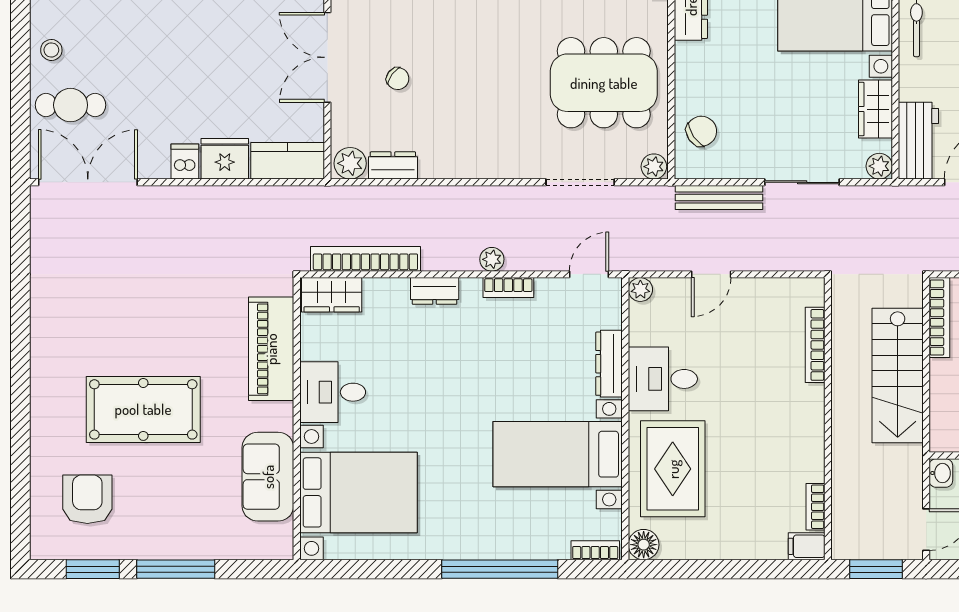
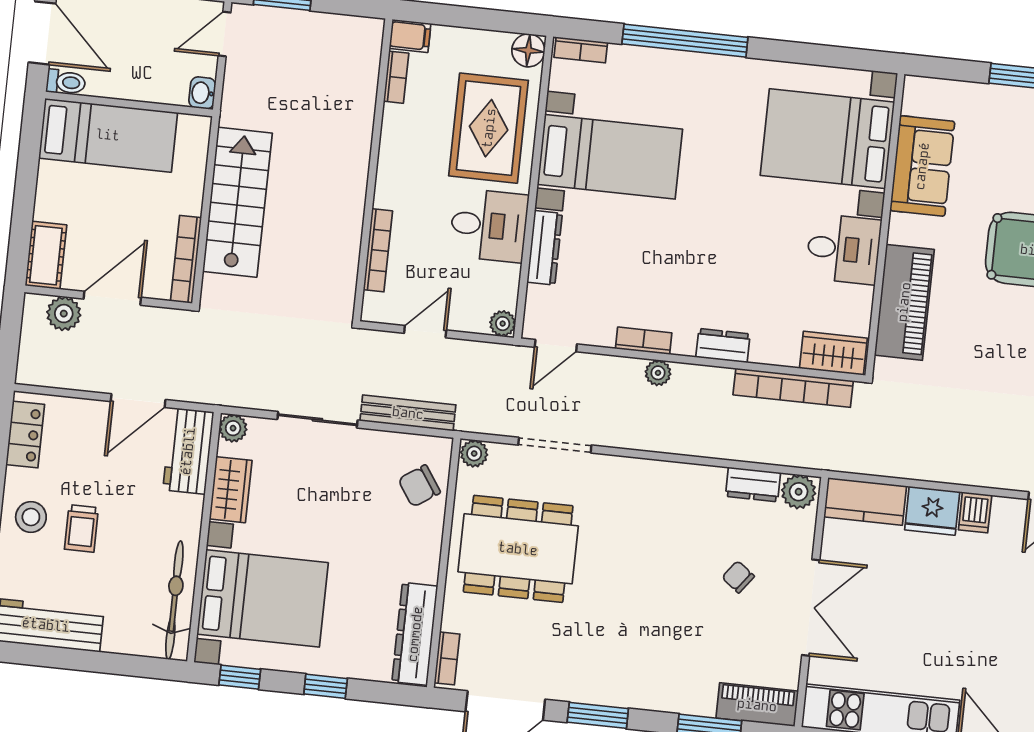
bookcase: (815, 345) -> (378, 250), moved
wall: (828, 419) -> (373, 170), moved
bookcase: (815, 507) -> (396, 77), moved
filing cabinet: (807, 546) -> (410, 36), moved

